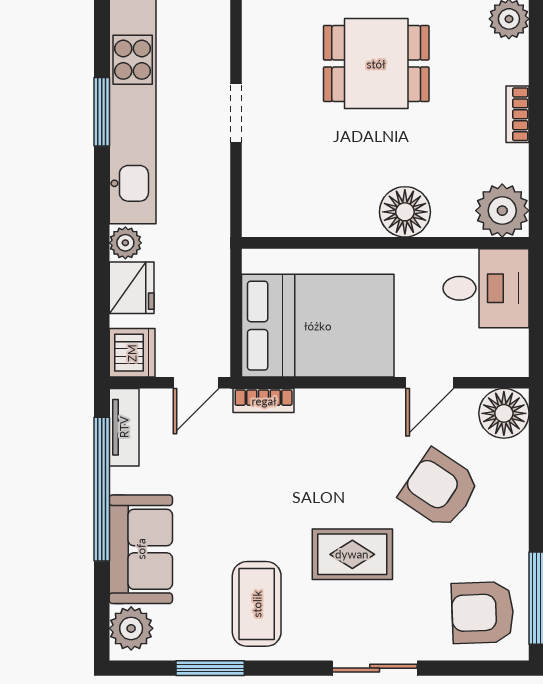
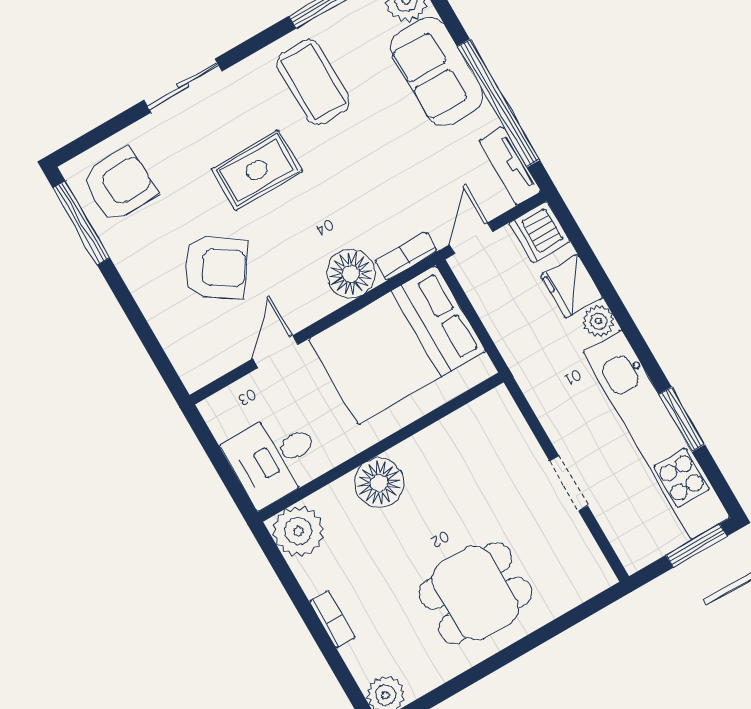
floor lamp: (504, 413) -> (351, 274), moved

